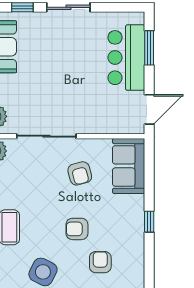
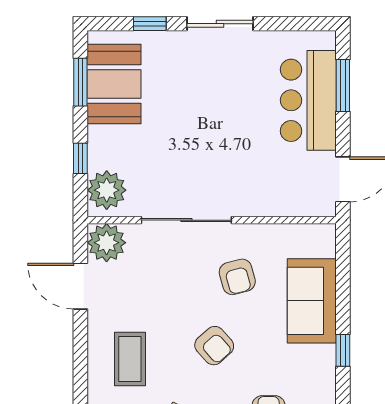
sofa: (129, 166) -> (312, 301), moved
armchair: (77, 229) -> (214, 346), moved, turned -132

